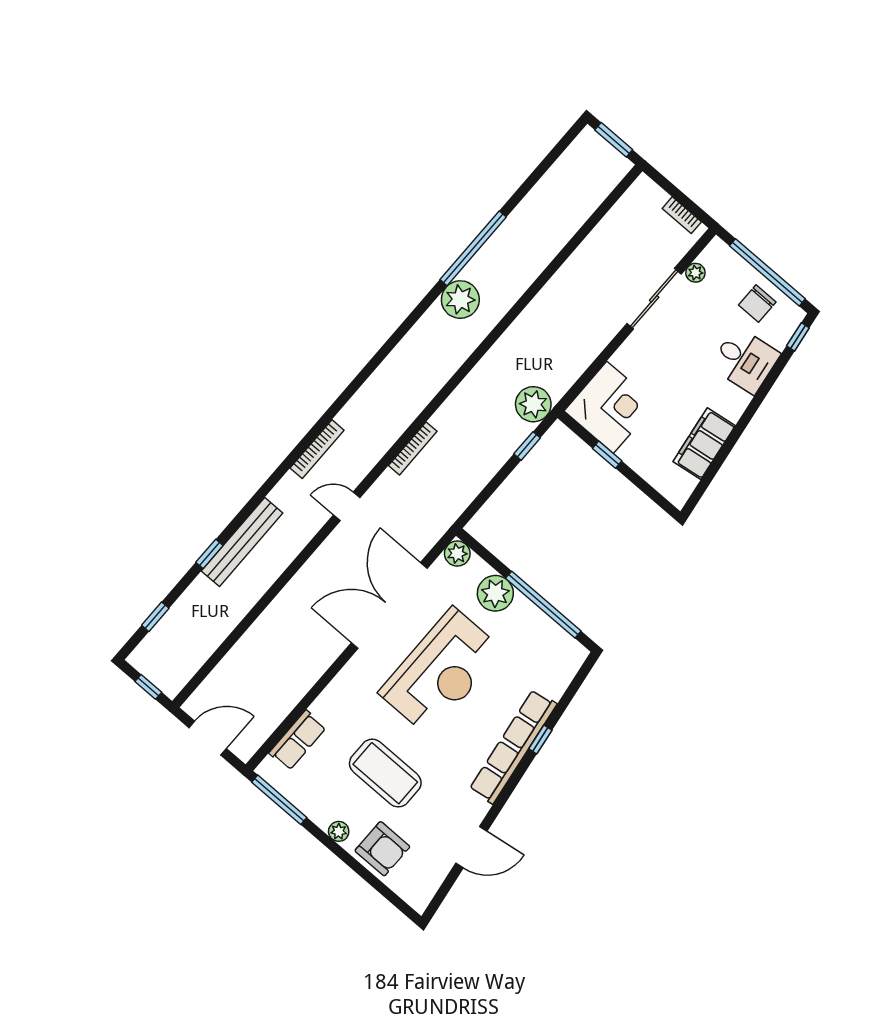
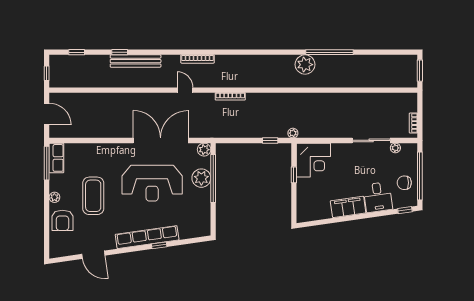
plant: (533, 404) -> (293, 133), width x0.53, depth x0.53
filing cabinet: (704, 444) -> (348, 207), moved
window: (543, 605) -> (213, 178), moved
row of seats: (298, 740) -> (56, 158), moved, turned -90

